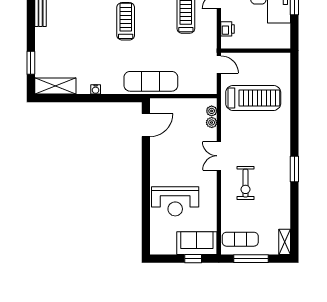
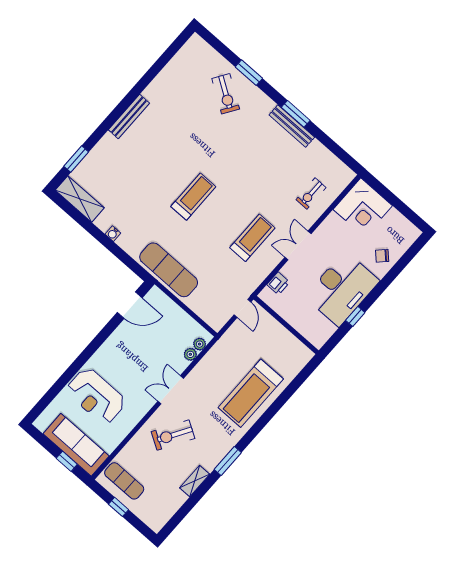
treadmill: (253, 98) -> (251, 393), moved, turned 90
exercise bike: (245, 183) -> (173, 435), turned 31
shelving: (285, 242) -> (195, 481), moved
sofa: (197, 243) -> (76, 445), width x1.36
window: (251, 259) -> (119, 507), width x0.46

